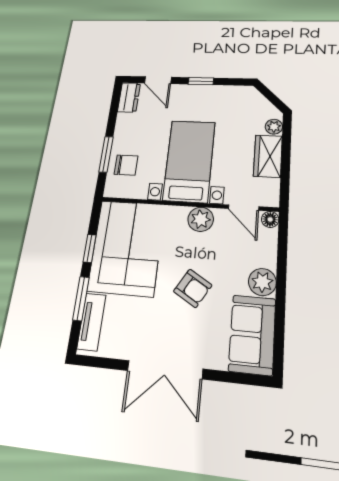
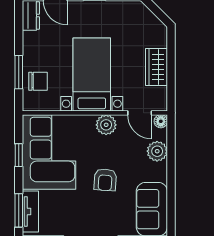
plant: (274, 127) -> (160, 40), removed
plant: (262, 282) -> (157, 151), moved
armchair: (193, 288) -> (105, 180), turned 63
window: (81, 298) -> (19, 210), moved

